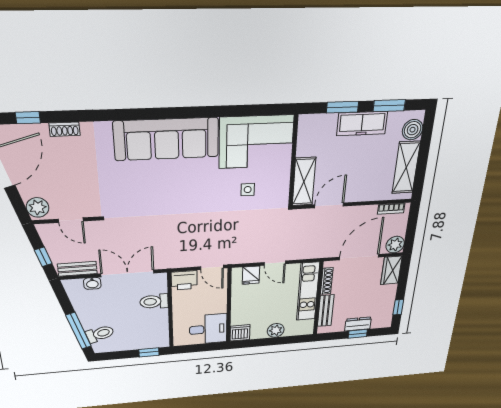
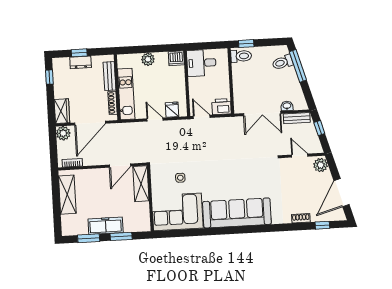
boiler: (413, 130) -> (68, 222), removed
toilet: (154, 302) -> (241, 56), moved

